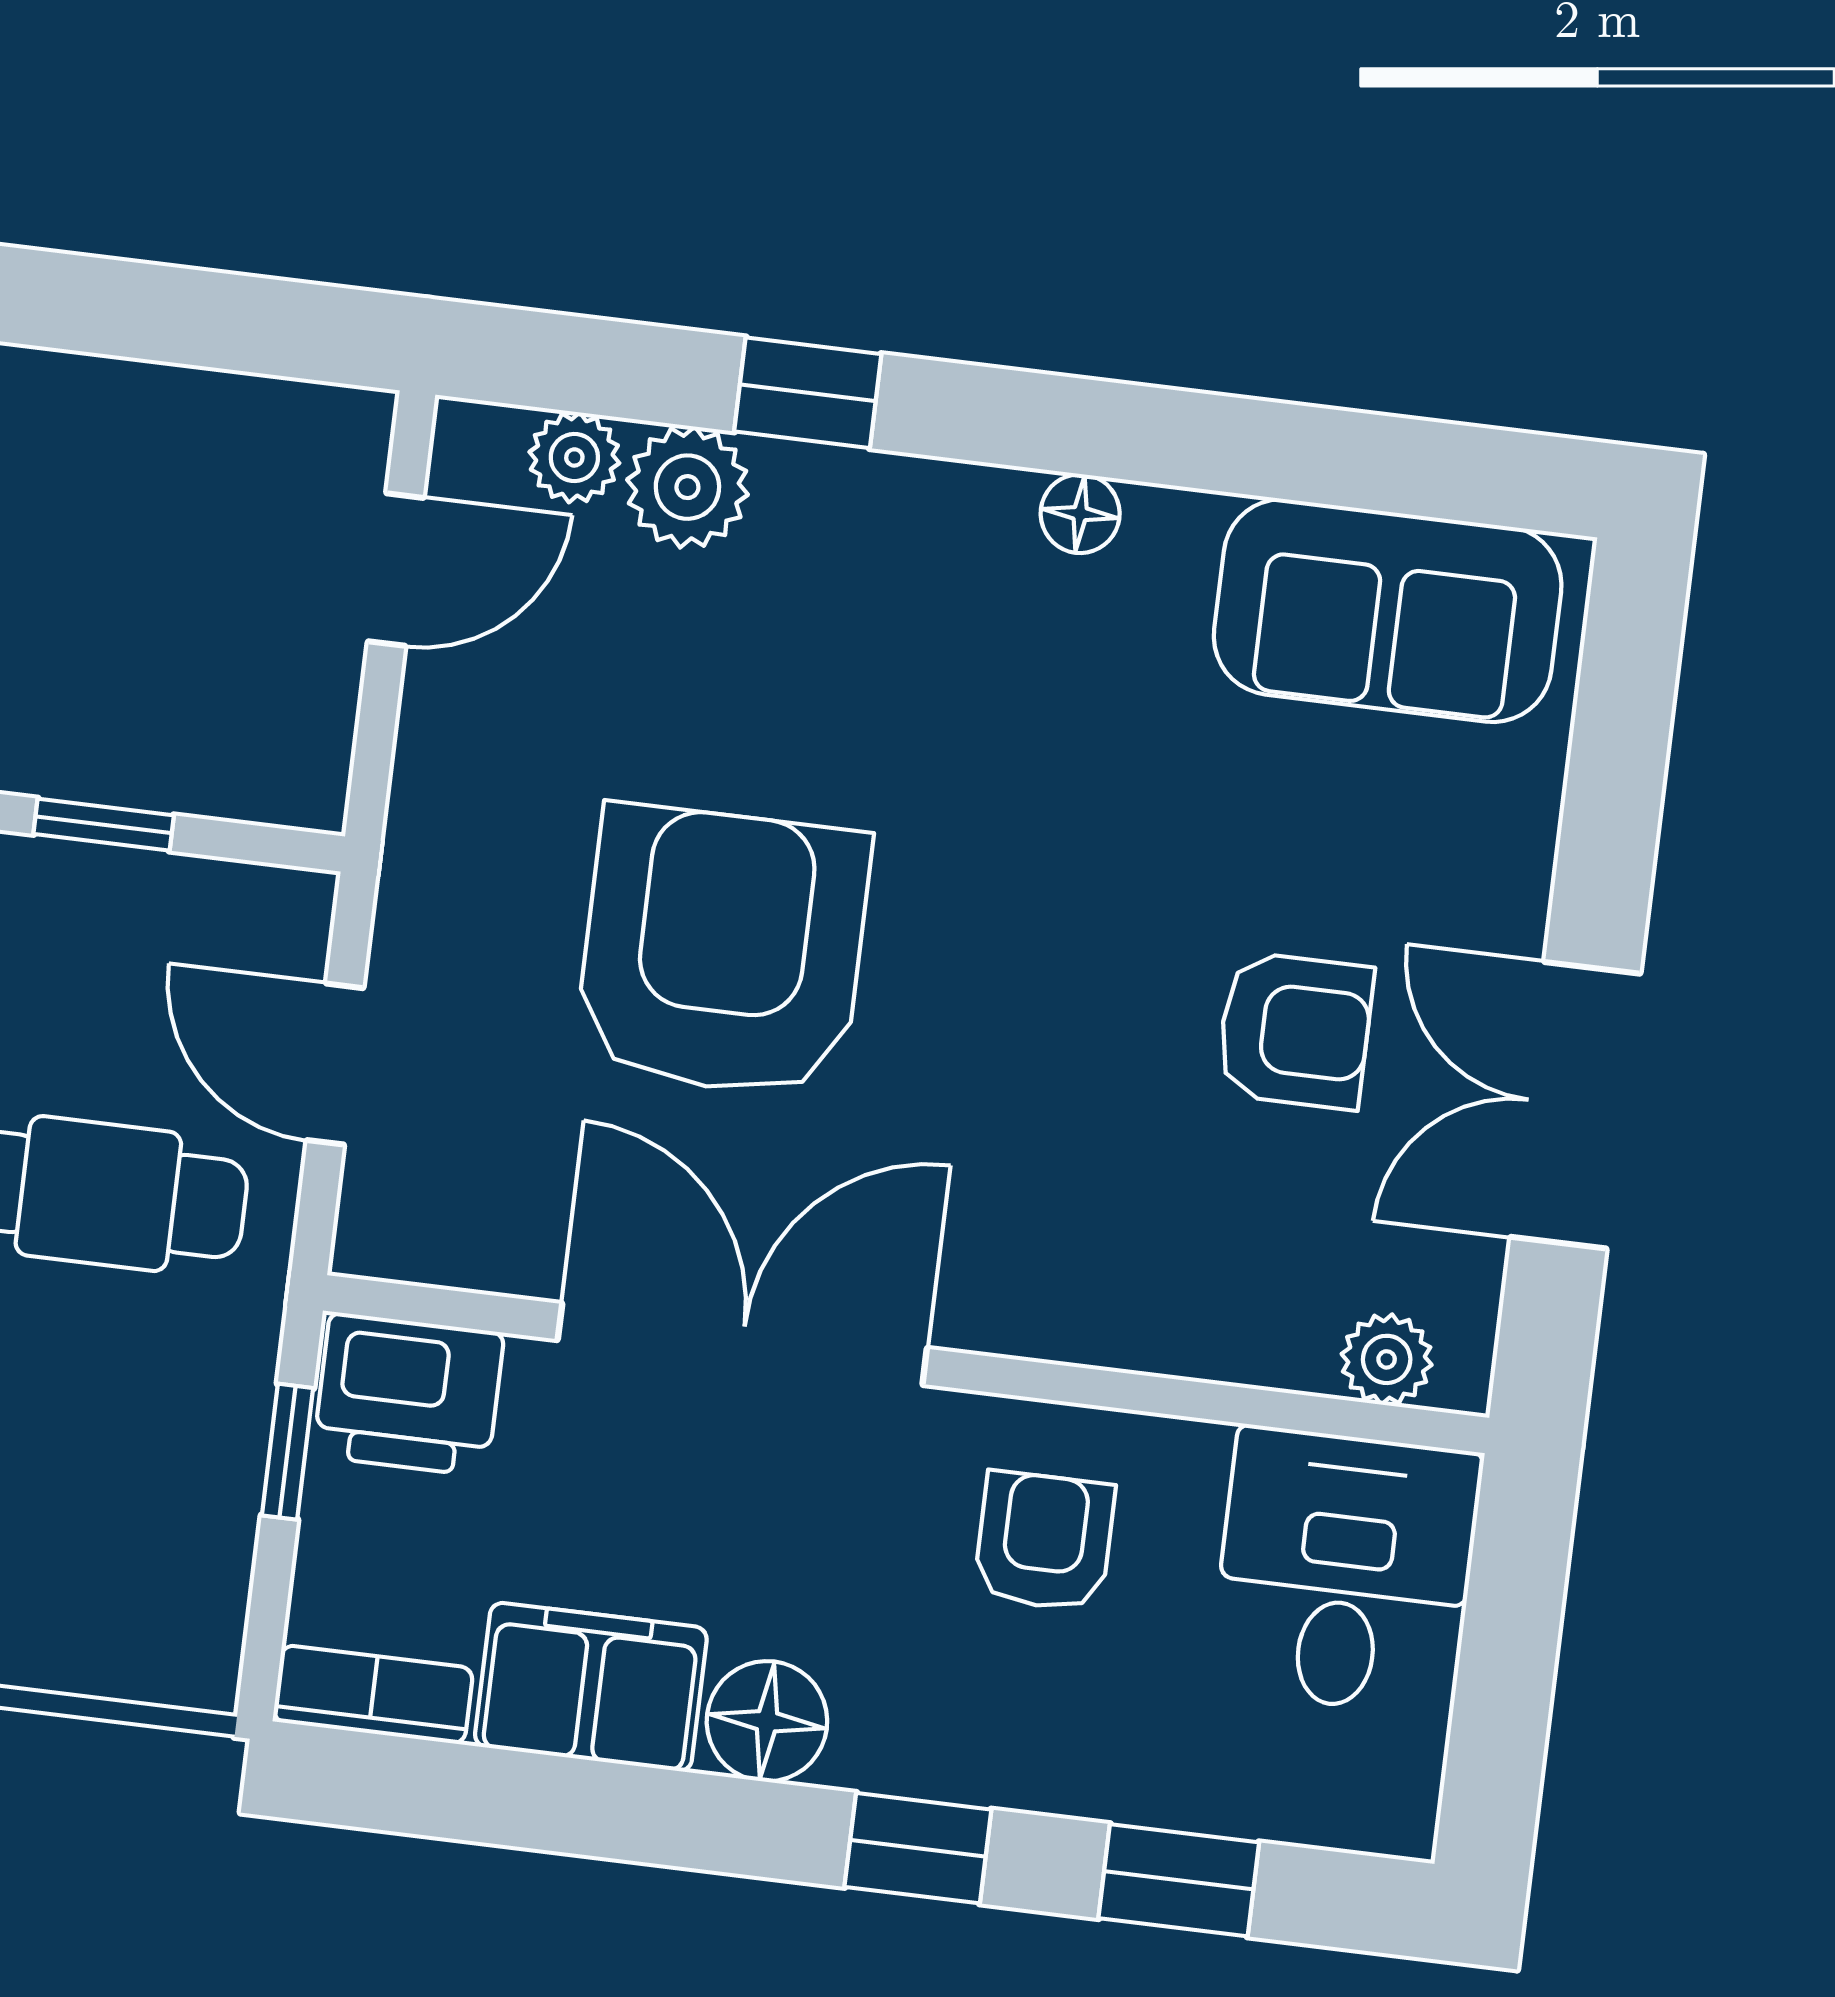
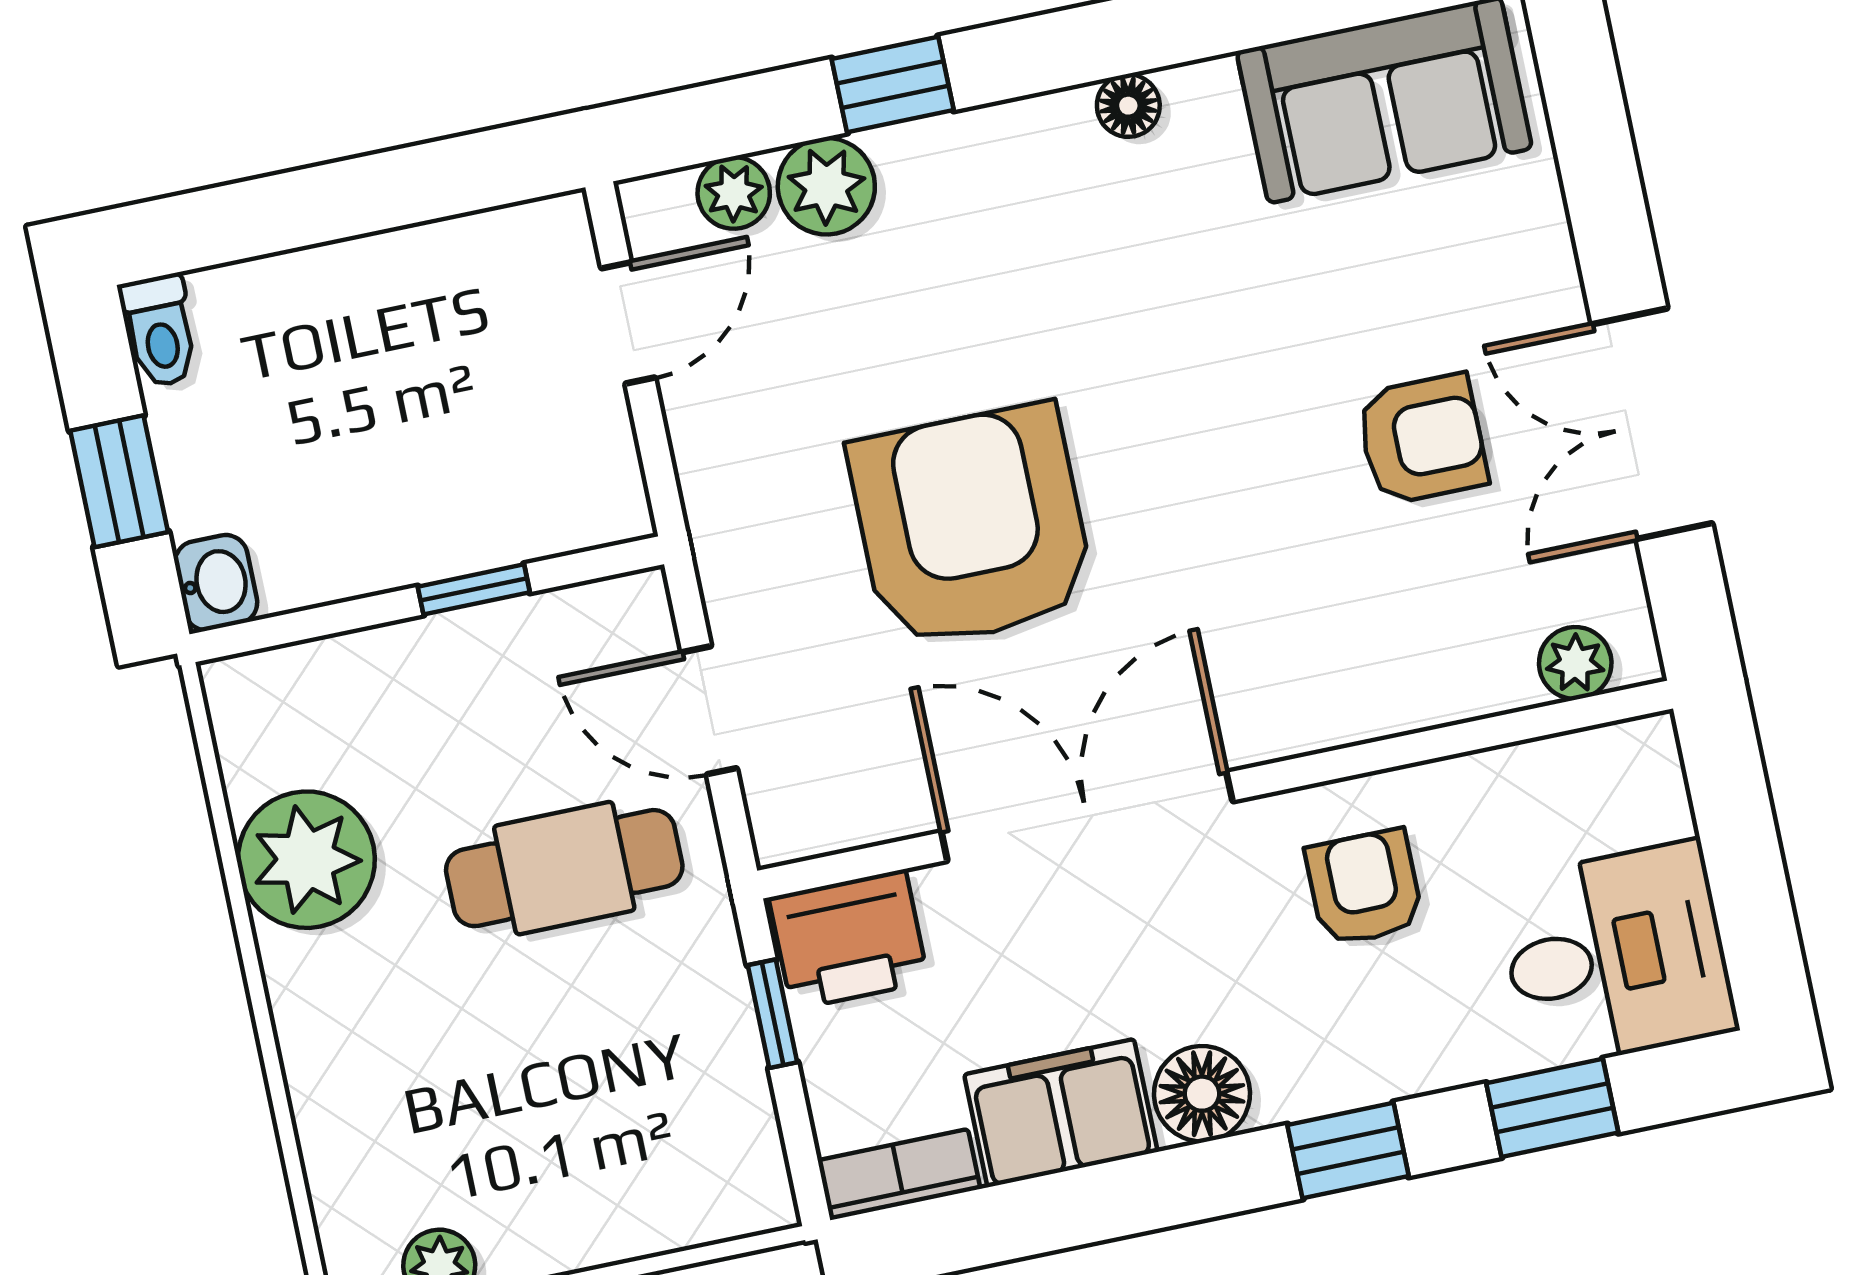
desk: (1345, 1571) -> (1616, 955), moved, turned 90

